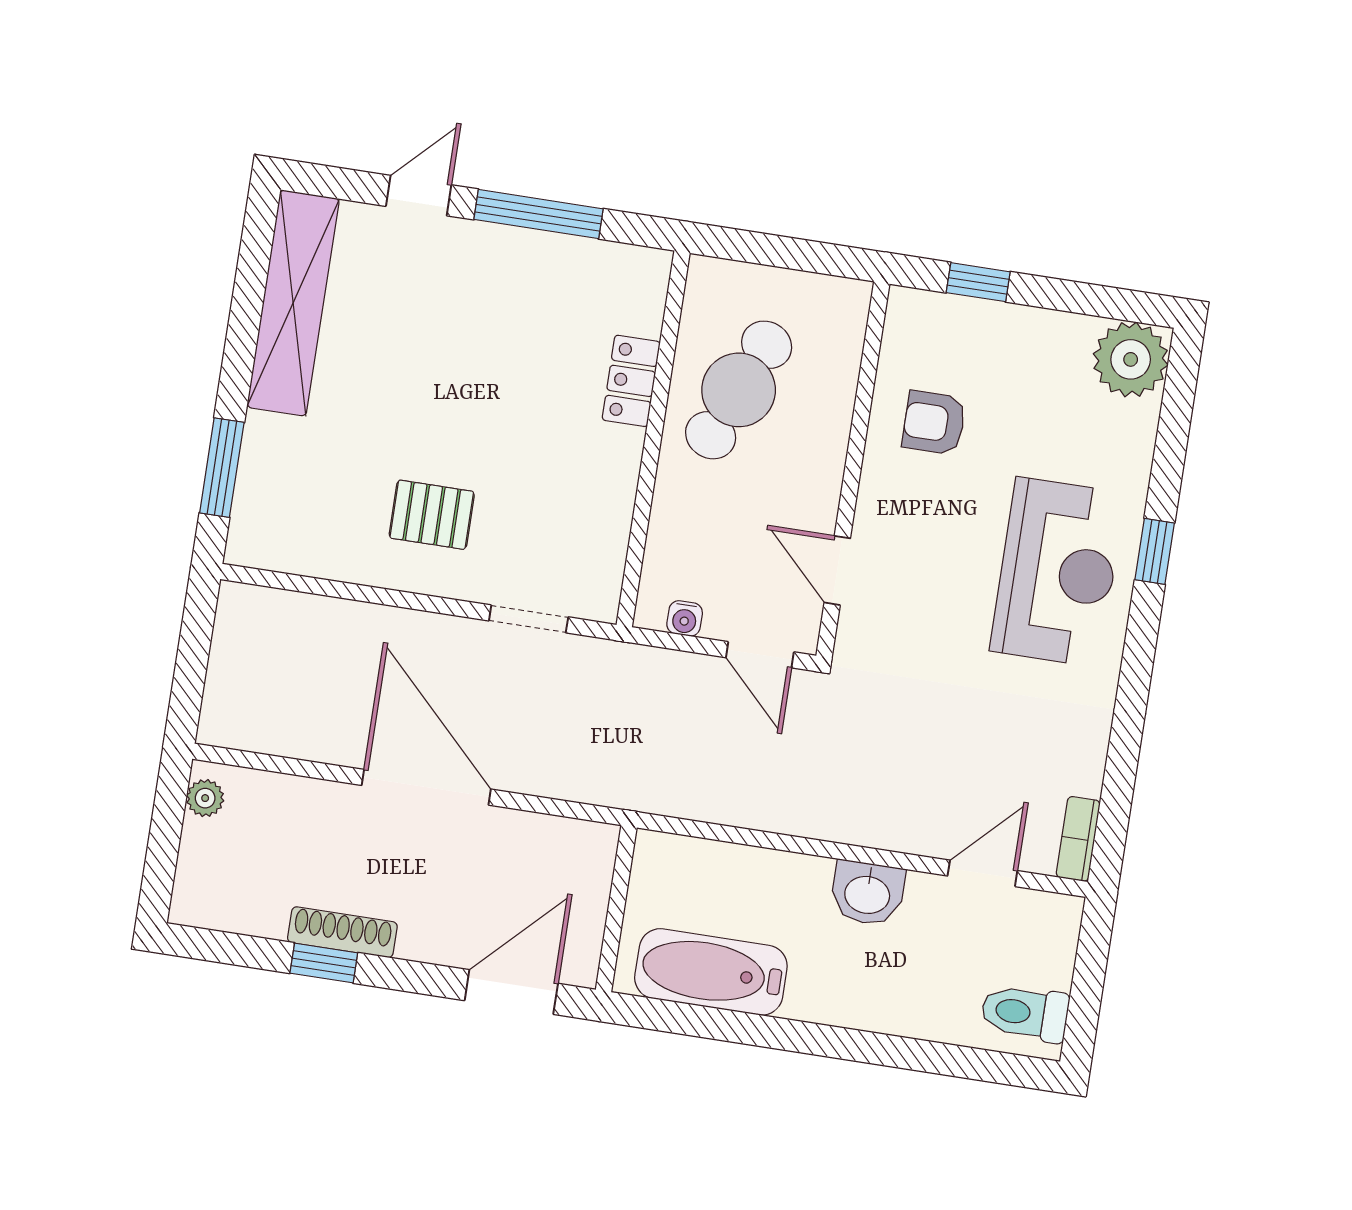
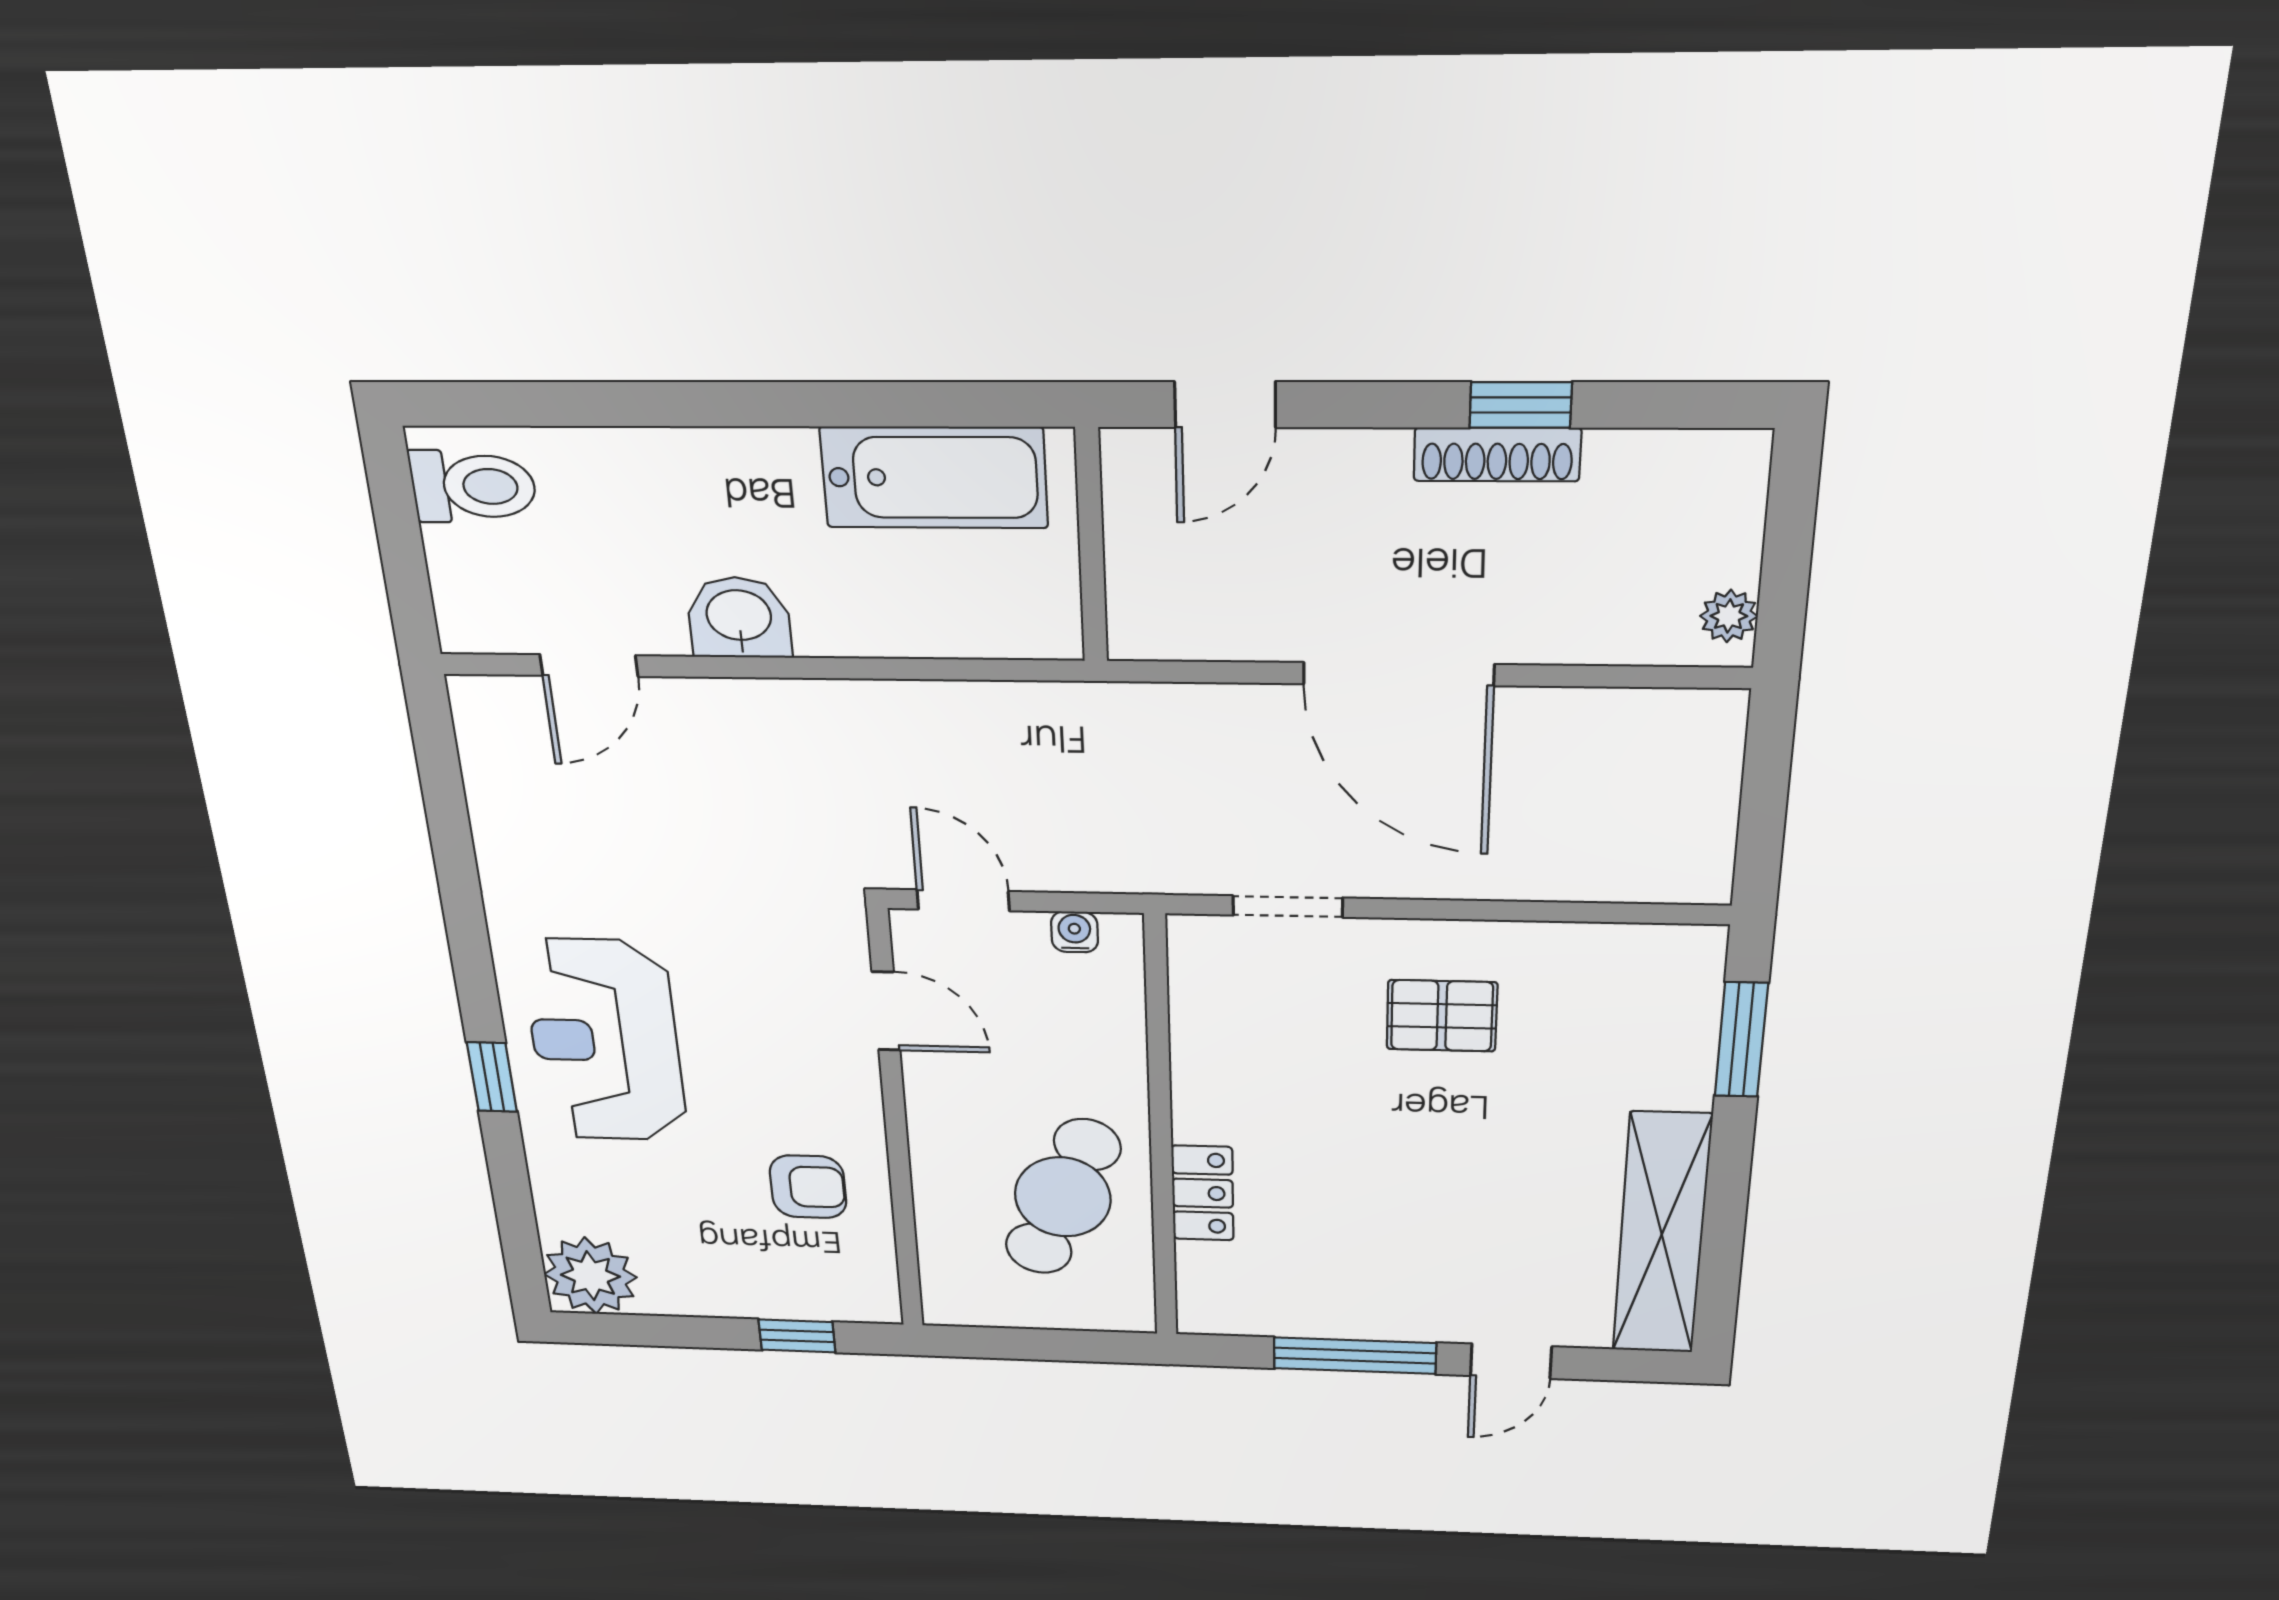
bookcase: (1078, 839) -> (475, 727), removed
door: (511, 992) -> (1225, 405), width x0.73

